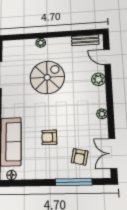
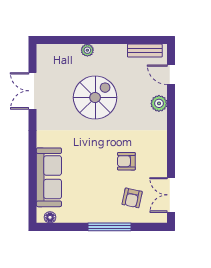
plant: (102, 114) -> (161, 147), removed
armchair: (49, 137) -> (126, 161), moved
window: (74, 182) -> (110, 227), moved

